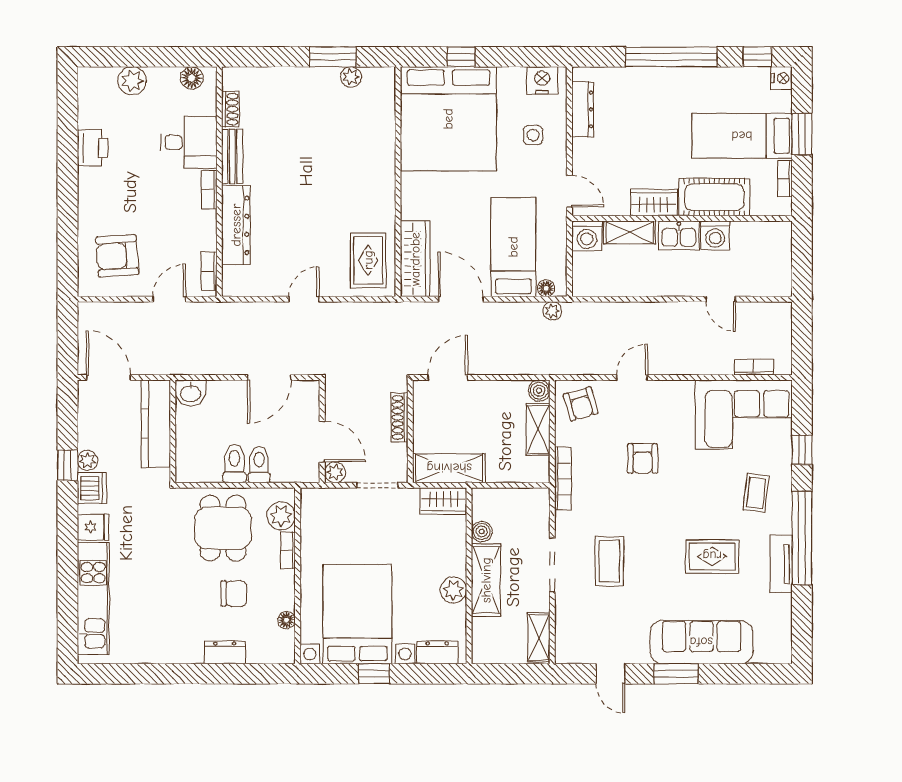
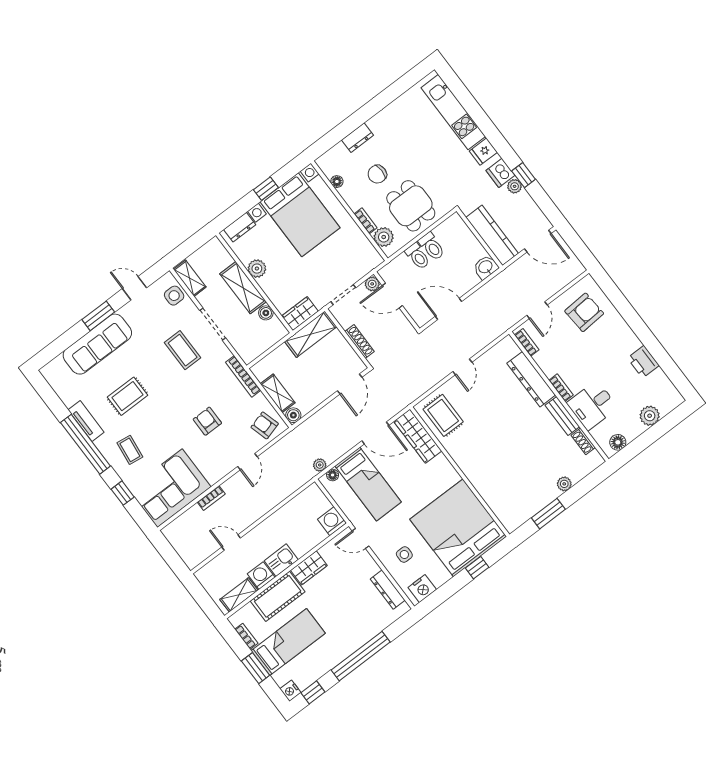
plant: (351, 77) -> (564, 484), moved
shelving: (630, 232) -> (239, 595), moved
bookcase: (754, 367) -> (211, 498), moved
door: (269, 378) -> (449, 309), hinge flipped
side table: (572, 631) -> (174, 296), added

